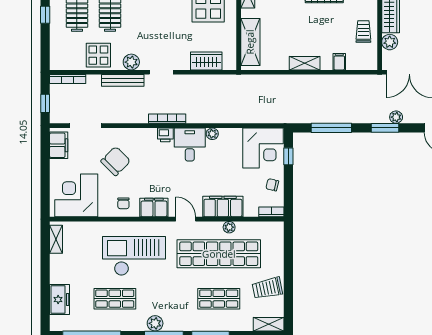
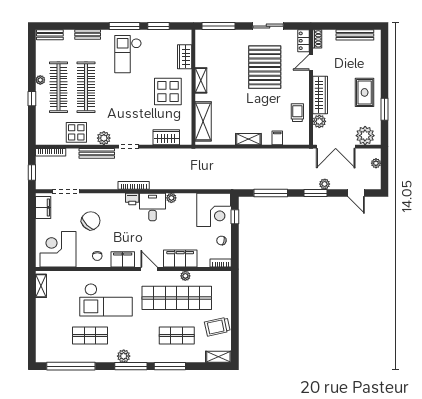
checkout: (134, 256) -> (106, 300), turned 180
freezer: (59, 300) -> (44, 336), removed

